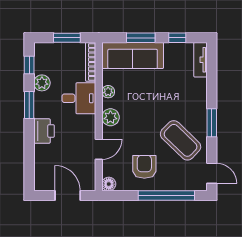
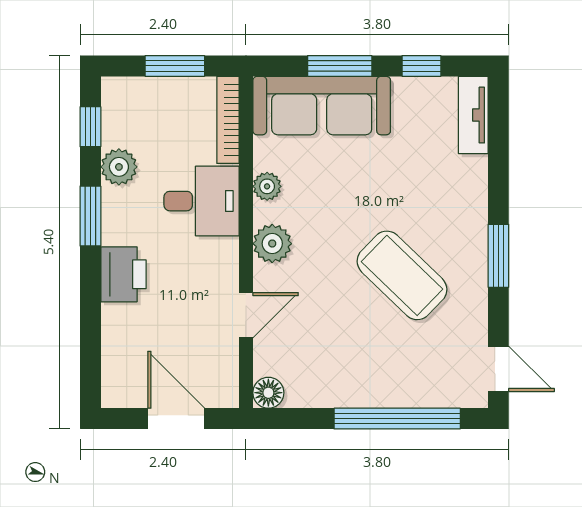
coffee table: (181, 140) -> (402, 275), moved
armchair: (144, 167) -> (348, 354), removed

